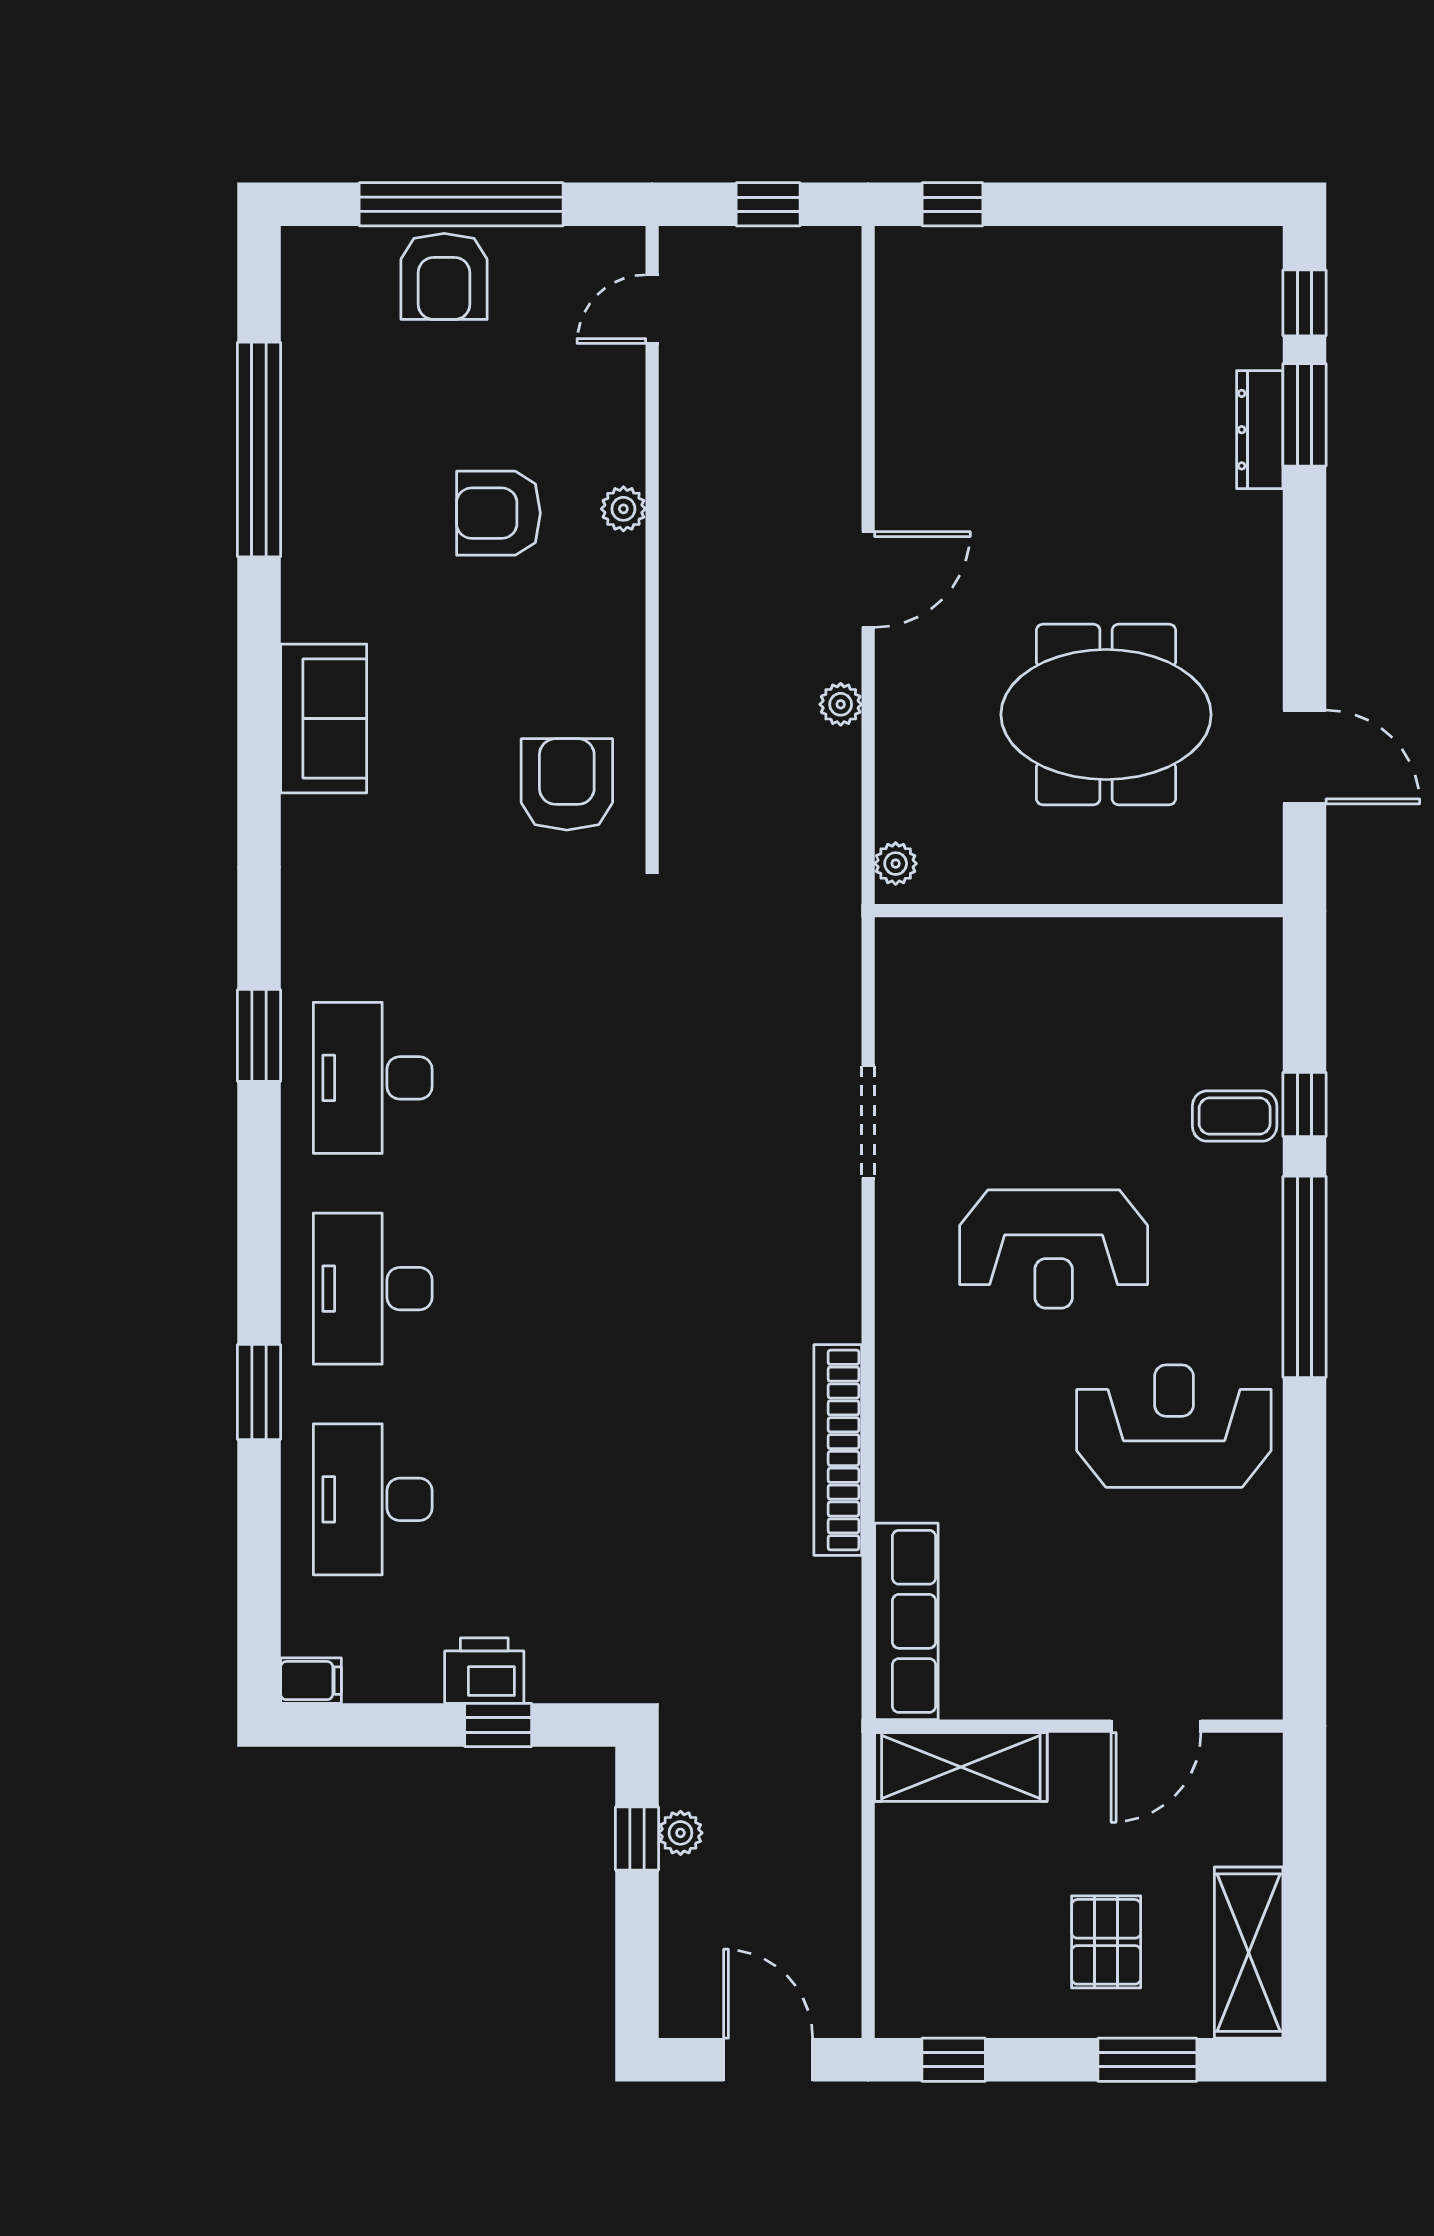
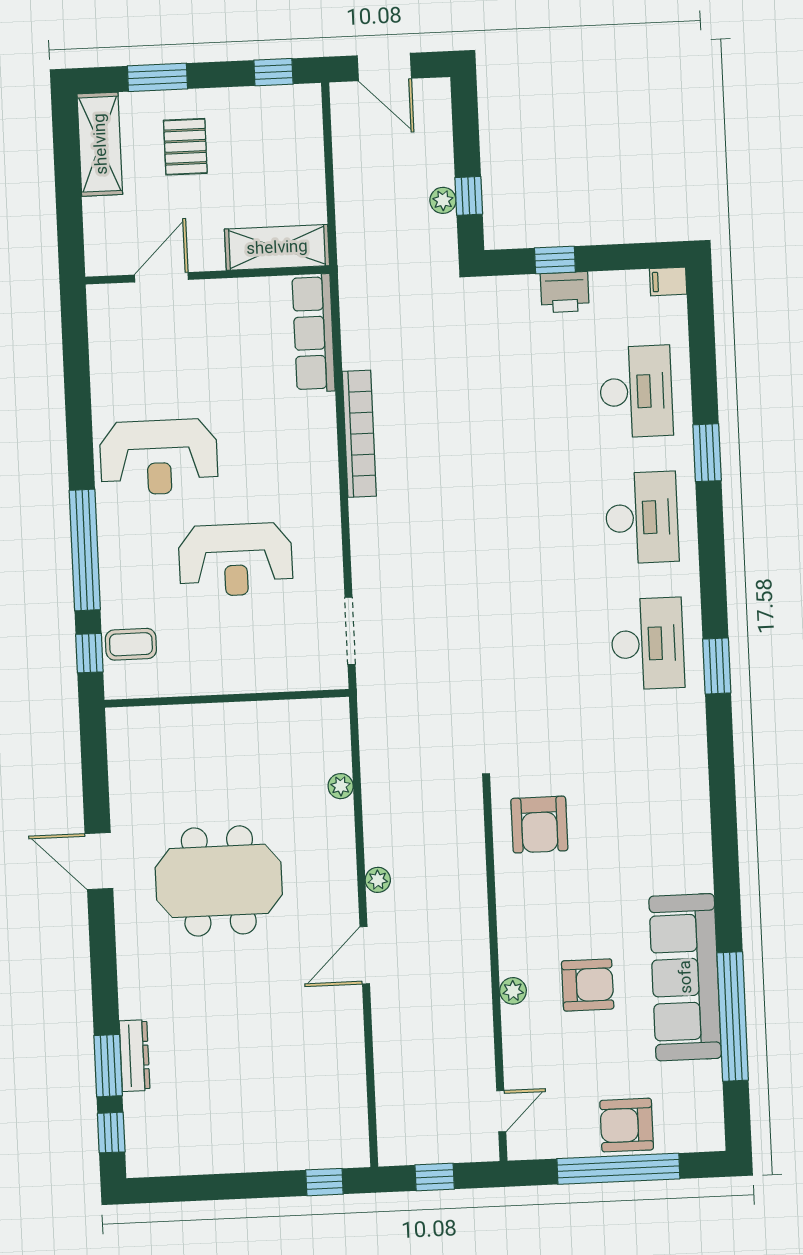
armchair: (444, 276) -> (627, 1125), turned -90
sofa: (324, 718) -> (685, 977), moved, width x1.85, depth x1.27
wall: (1079, 911) -> (227, 698), moved
reception desk: (1054, 1249) -> (236, 560), turned 180

